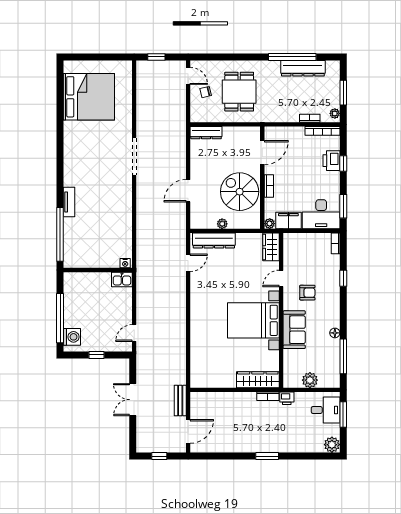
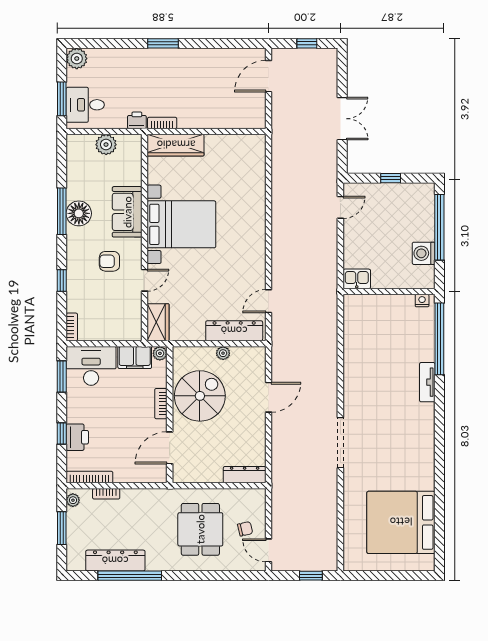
spiral stairs: (240, 192) -> (200, 396), turned -90
nightstand: (125, 263) -> (422, 301), moved
floor lamp: (335, 333) -> (79, 213), width x1.89, depth x1.89
washing machine: (72, 337) -> (424, 253), moved
window: (343, 356) -> (62, 211), moved
bench: (180, 401) -> (279, 117), removed

